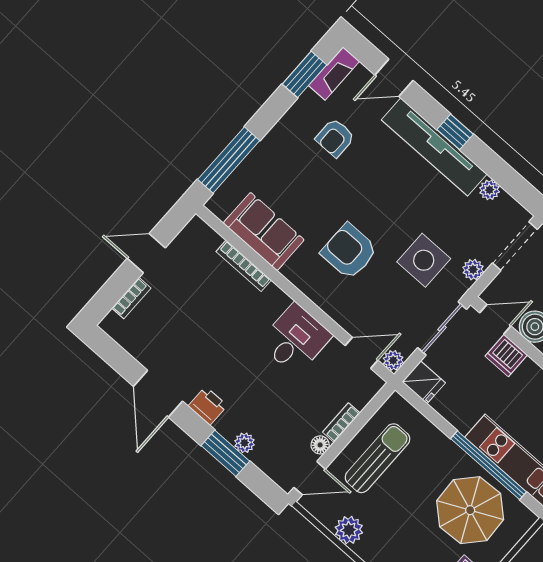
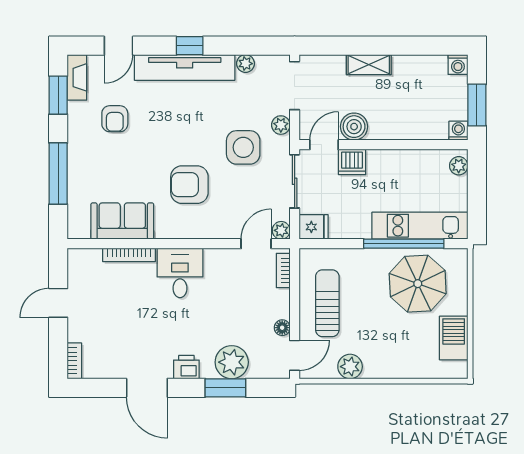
window: (229, 160) -> (58, 174), moved
bookcase: (131, 298) -> (74, 361), moved
desk: (295, 339) -> (180, 273), moved
bookcase: (341, 423) -> (283, 270), moved
plant: (244, 443) -> (232, 362), width x1.88, depth x1.88

